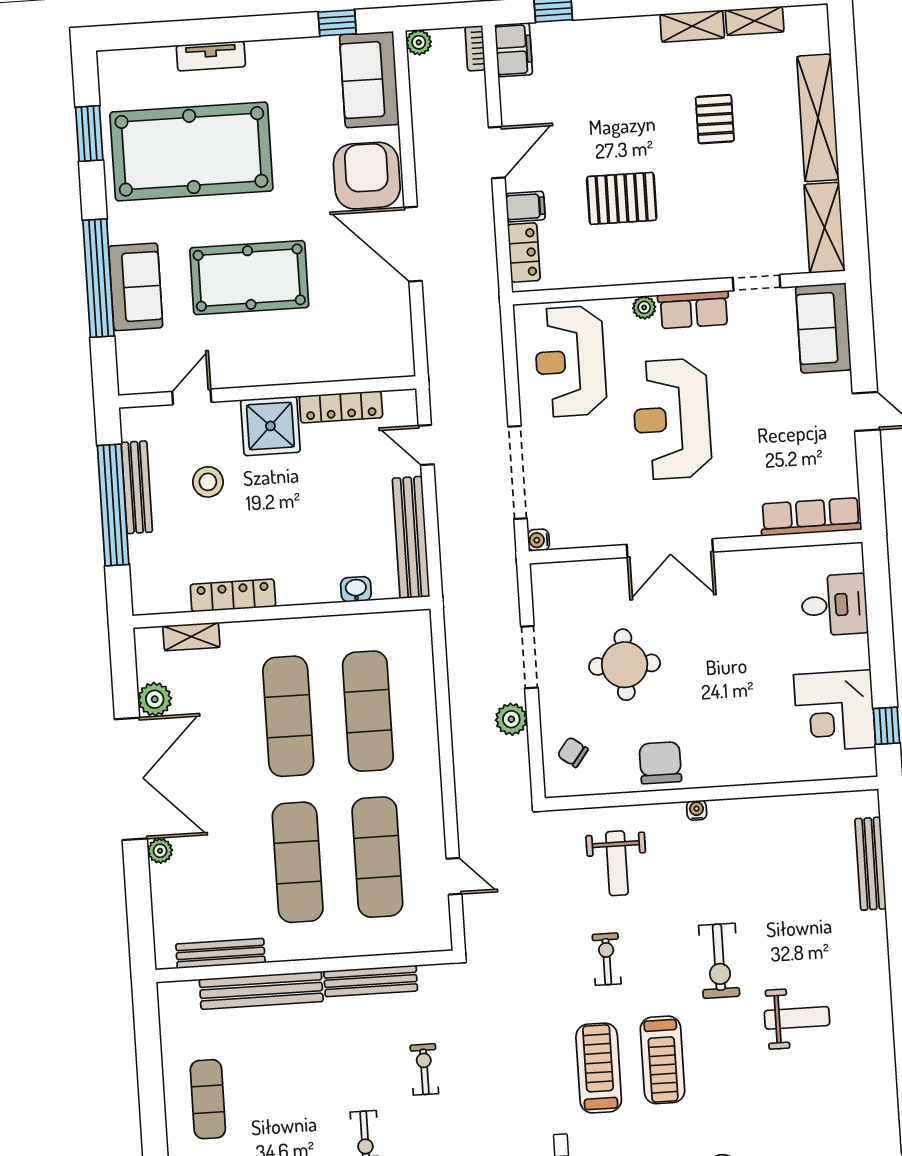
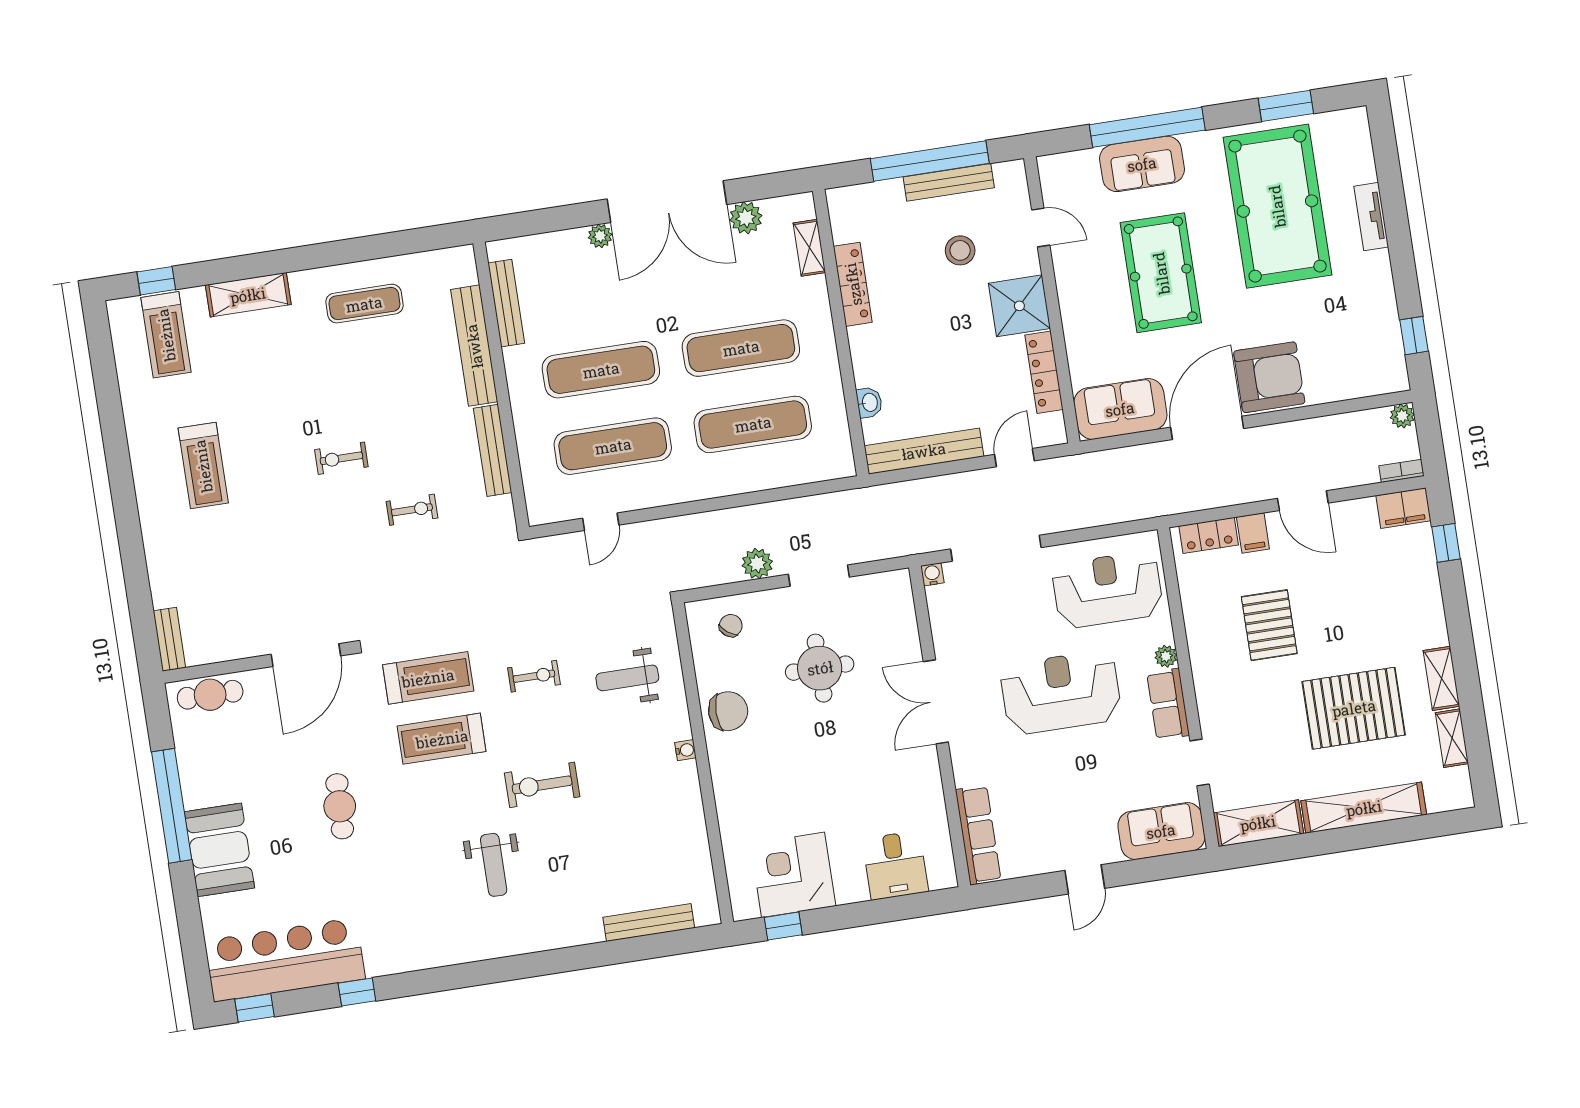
sofa: (369, 80) -> (1120, 409), moved
pallet: (715, 119) -> (1354, 708), width x2.05, depth x2.00

